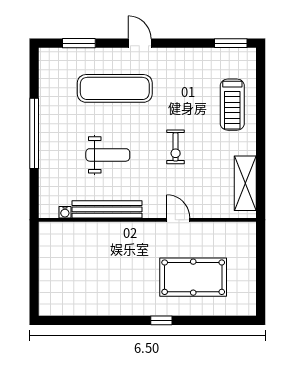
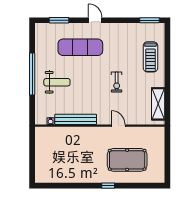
weight bench: (108, 155) -> (57, 82), moved

